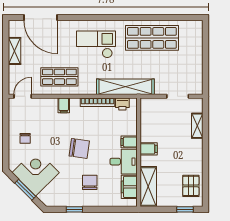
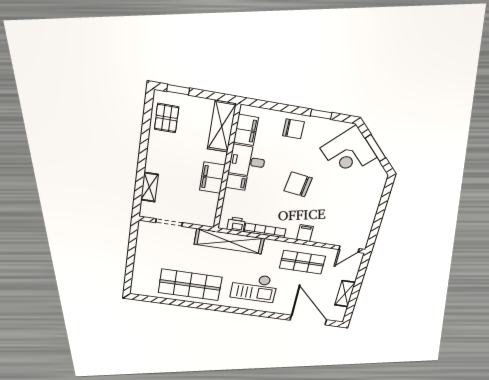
chair: (25, 138) -> (359, 205), removed
filing cabinet: (149, 149) -> (212, 178), width x2.00
corner desk: (36, 173) -> (349, 153), moved
chair: (90, 182) -> (293, 129), moved, turned -90

